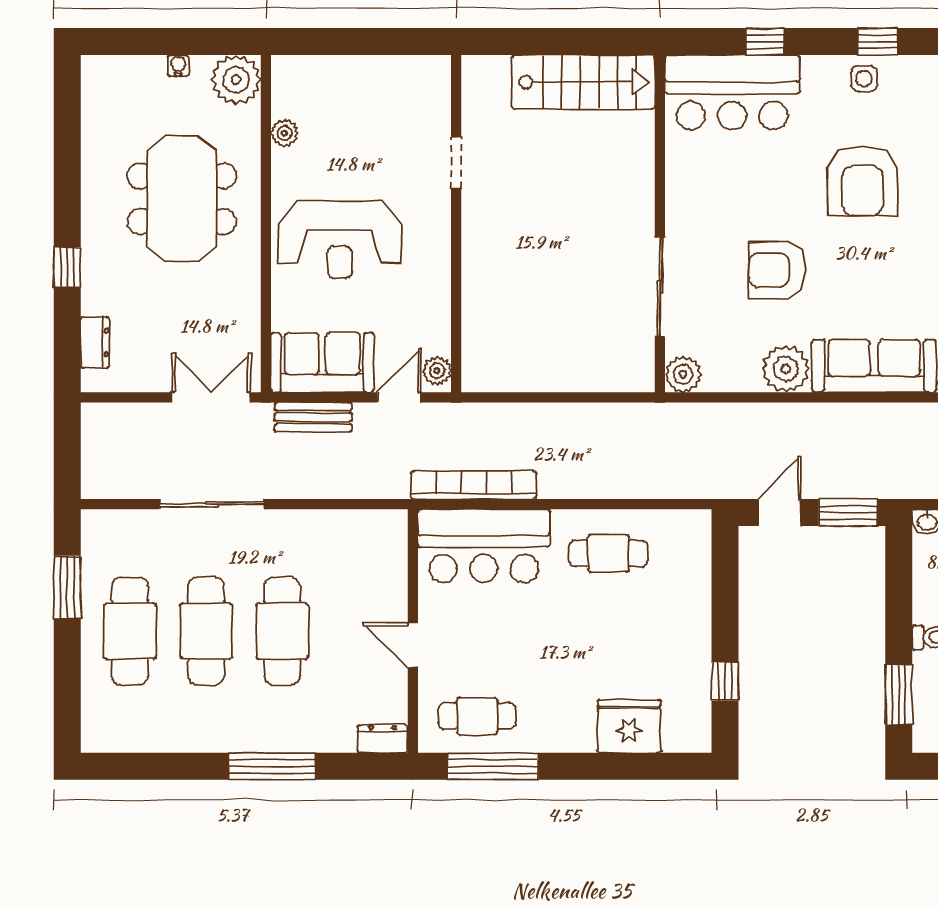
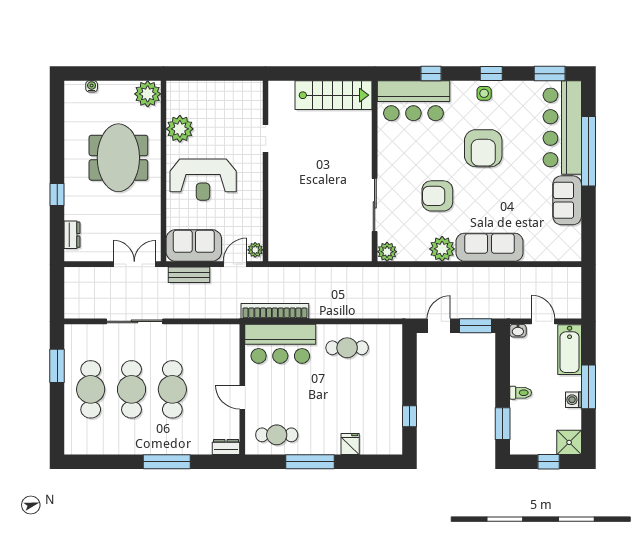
water cooler: (178, 66) -> (92, 86), moved
plant: (284, 133) -> (180, 129), width x1.88, depth x1.88
fridge: (629, 726) -> (350, 444), width x0.53, depth x0.75
window: (493, 766) -> (310, 462), moved

